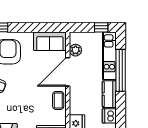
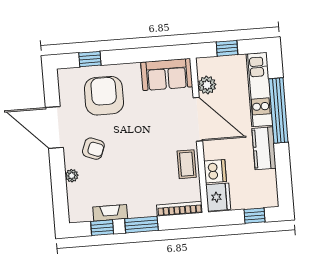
window: (101, 27) -> (227, 48), moved
door: (68, 72) -> (198, 119), swing flipped
dishwasher: (109, 116) -> (215, 171), moved, turned 180

